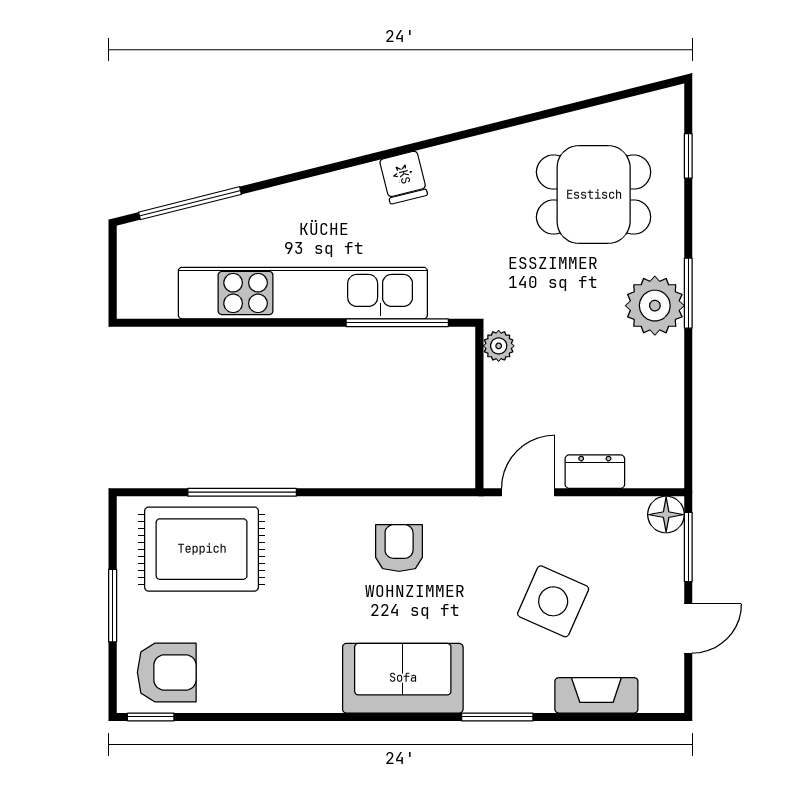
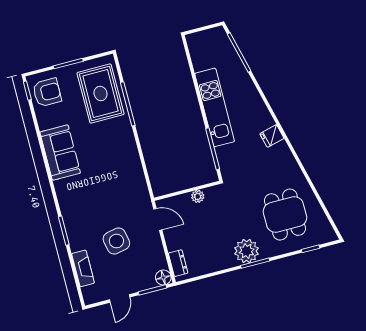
kitchen unit: (303, 293) -> (215, 107), width x0.73
plant: (499, 346) -> (198, 196), moved
dresser: (595, 472) -> (178, 263), moved
armchair: (399, 548) -> (122, 173), removed
side table: (553, 601) -> (116, 241), turned -36
door: (688, 629) -> (120, 298), hinge flipped
armchair: (167, 672) -> (47, 92), turned -90
sofa: (403, 678) -> (60, 153), moved

